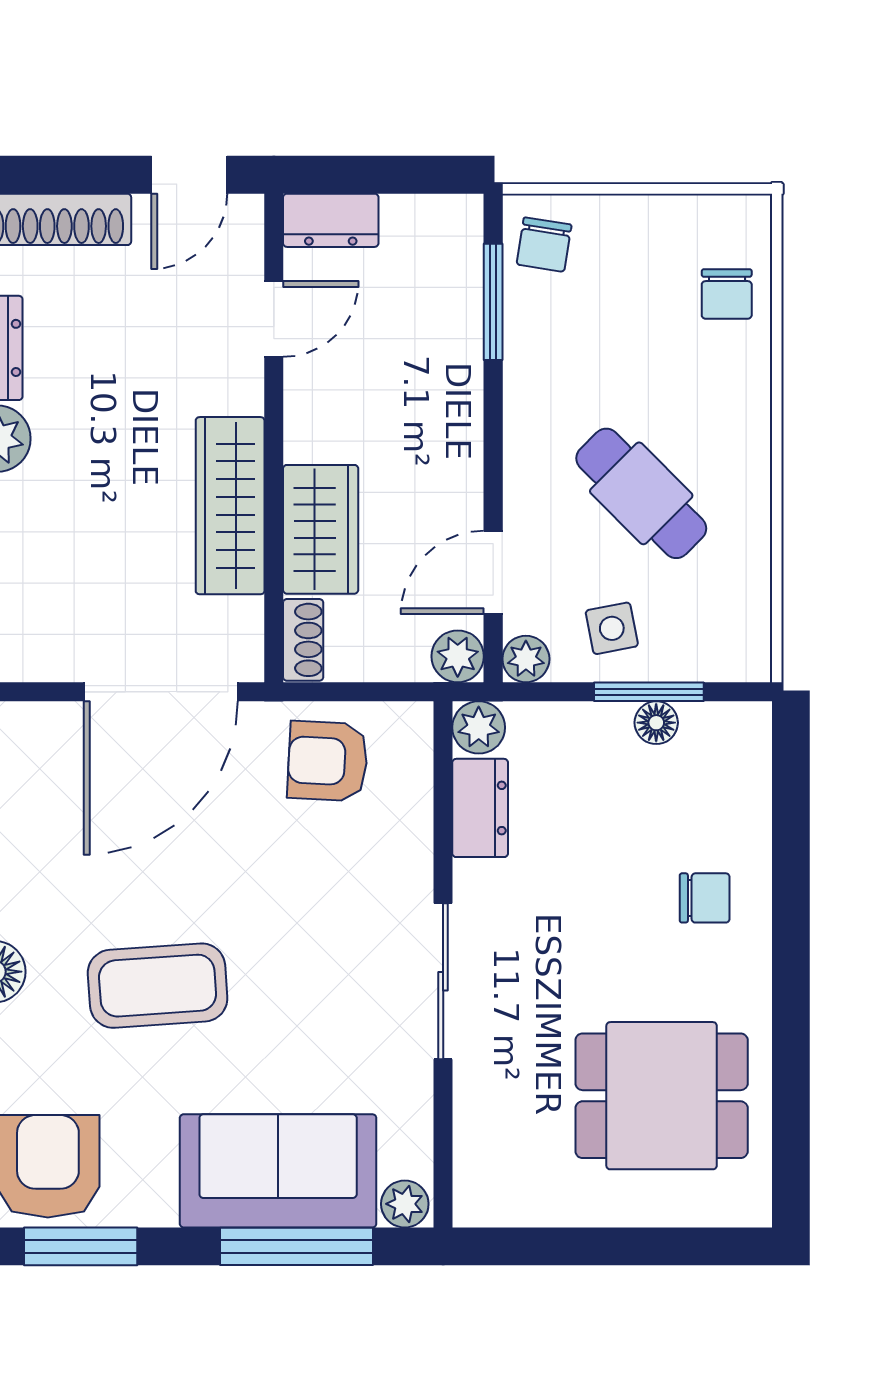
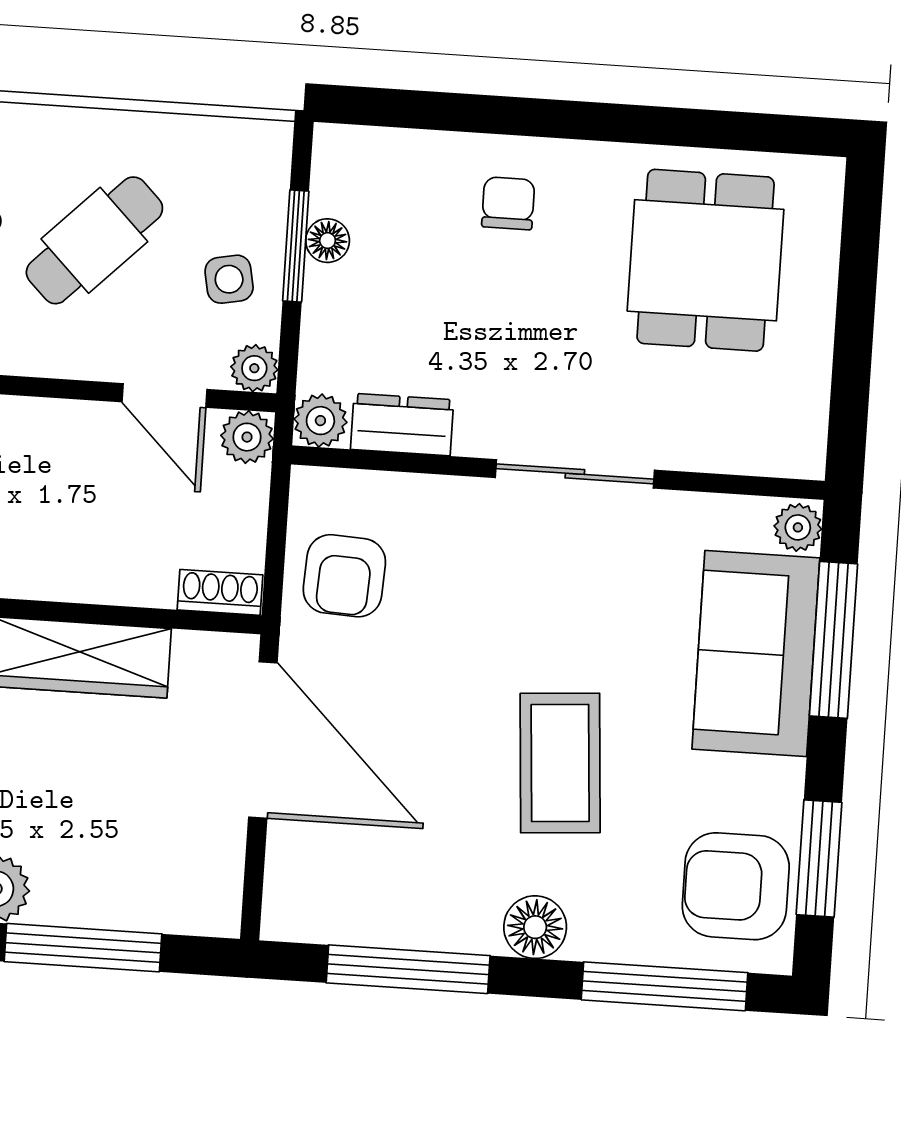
wardrobe: (321, 529) -> (109, 567), removed

